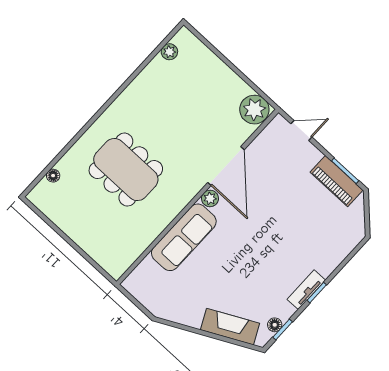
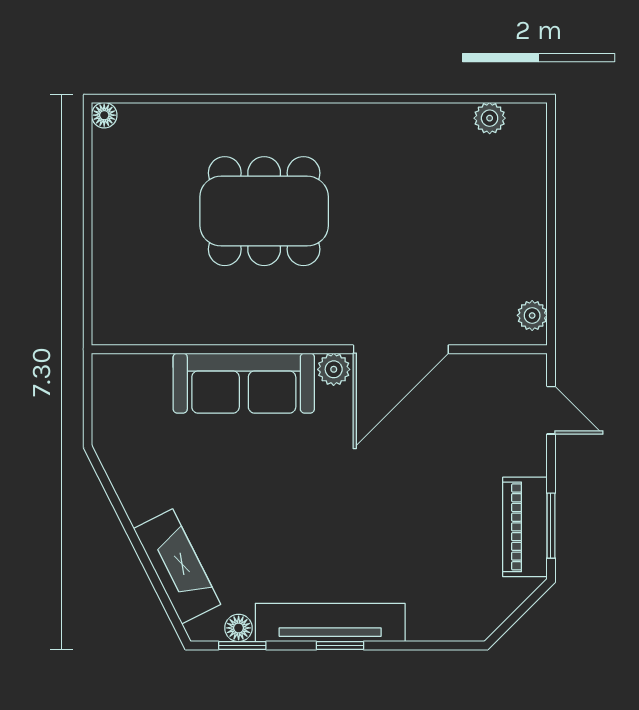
plant: (254, 110) -> (532, 315), width x0.53, depth x0.53
dining table: (126, 170) -> (264, 211), turned 90
floor lamp: (53, 176) -> (104, 115), moved
tv unit: (306, 290) -> (330, 622), width x1.92, depth x1.29

